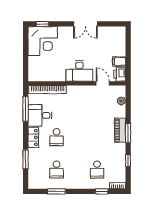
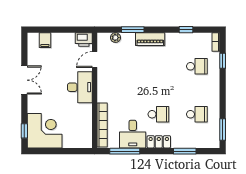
filing cabinet: (119, 61) -> (45, 40), moved
window: (128, 133) -> (133, 30), moved
window: (56, 191) -> (223, 130), moved

